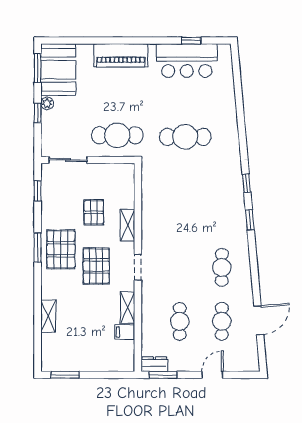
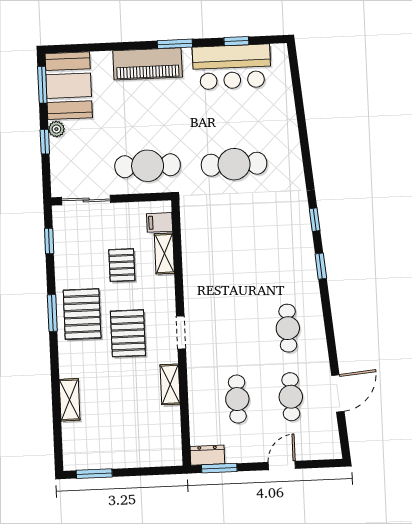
window: (143, 41) -> (175, 44), added
shelving: (128, 225) -> (164, 254), moved
filing cabinet: (125, 332) -> (160, 222), moved

